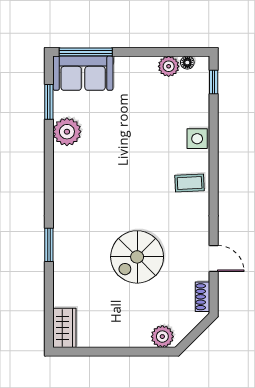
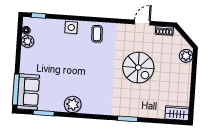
plant: (67, 132) -> (73, 104), moved

